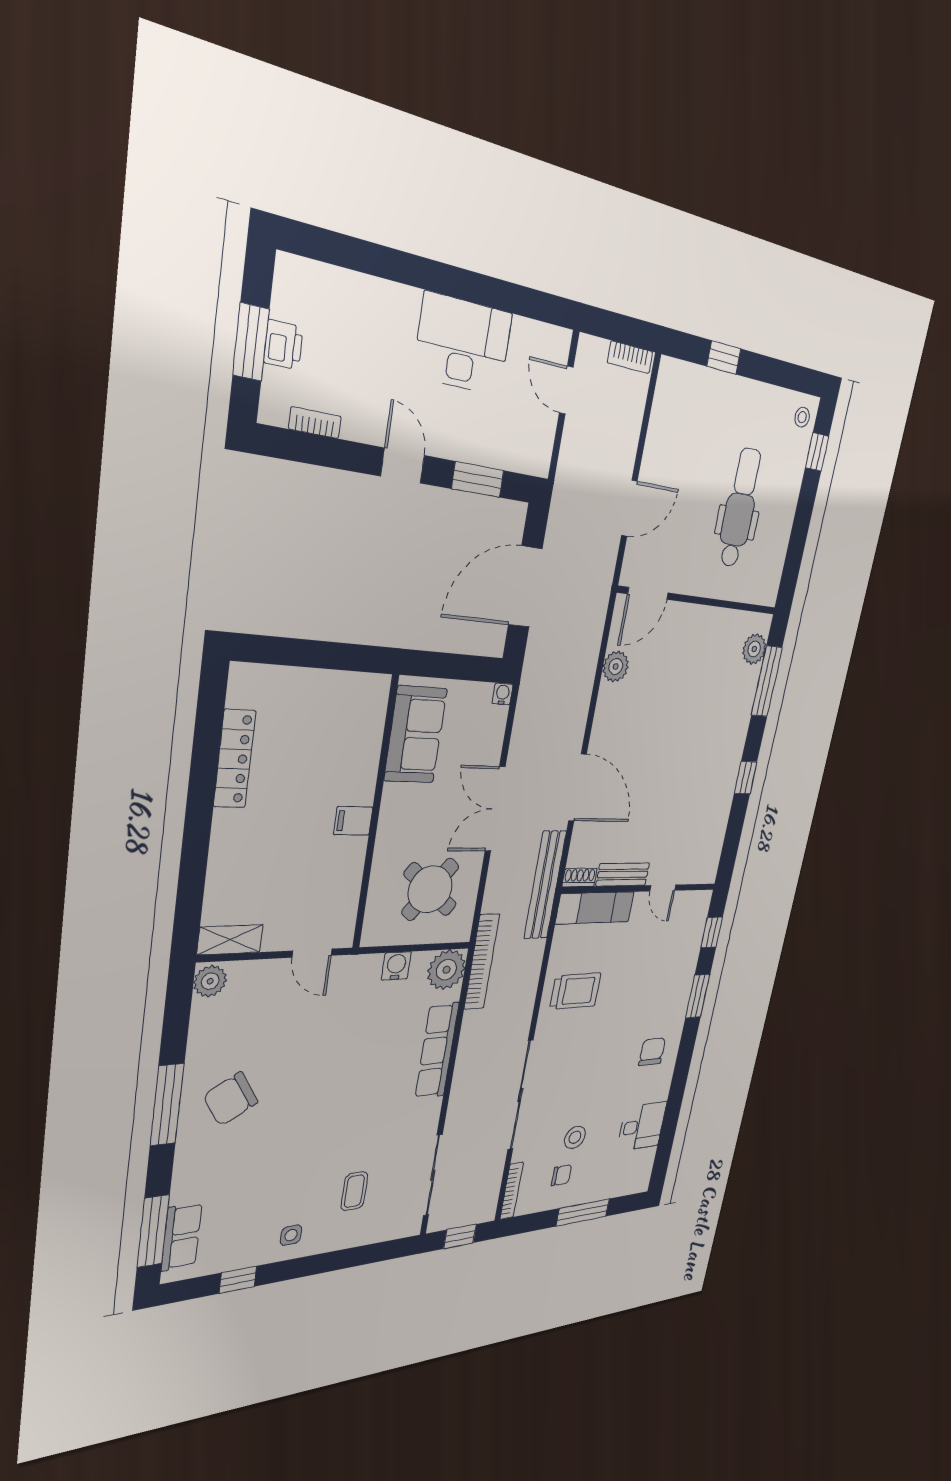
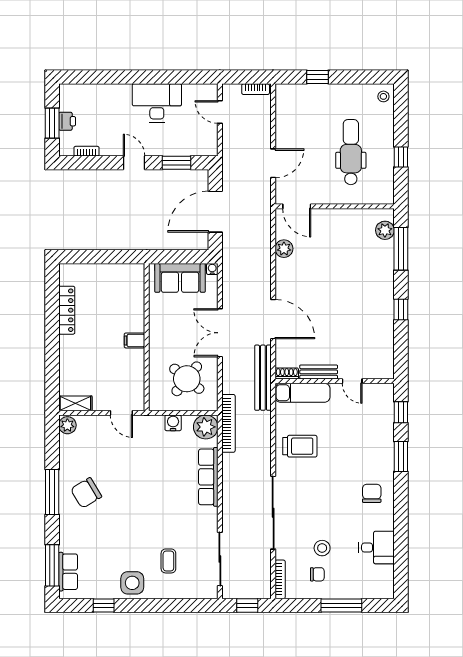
window: (817, 452) -> (401, 157), moved
door: (648, 593) -> (297, 206), hinge flipped
sofa: (415, 735) -> (180, 278), moved, turned 90
side table: (291, 1235) -> (132, 583), width x1.87, depth x1.87

